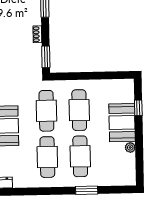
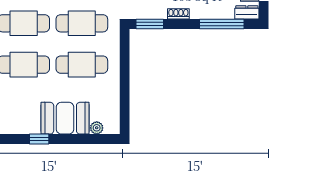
window: (138, 108) -> (39, 139), moved
plant: (130, 147) -> (97, 128), moved

